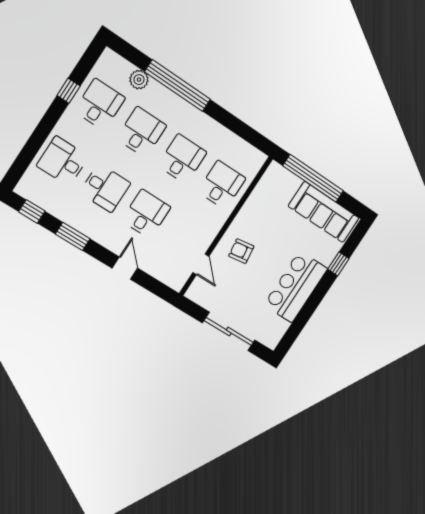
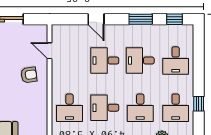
desk: (182, 159) -> (105, 108), turned 90
desk: (63, 161) -> (176, 61), turned 90
desk: (146, 214) -> (105, 61), turned 90

